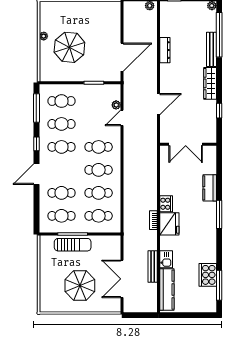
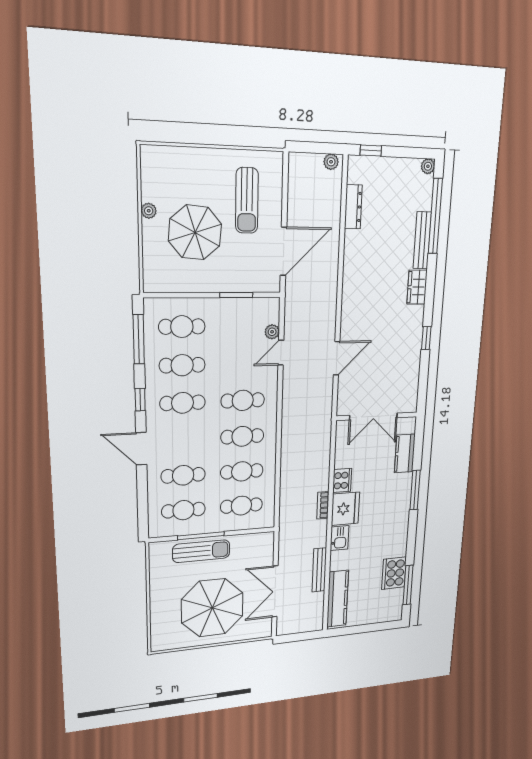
sun lounger: (100, 29) -> (247, 201), added
dresser: (165, 50) -> (353, 207), moved
wardrobe: (210, 83) -> (417, 287), width x0.67
door: (159, 104) -> (337, 358), moved
double door: (186, 144) -> (373, 416), moved
wall: (188, 144) -> (377, 416), moved
door: (36, 174) -> (141, 449), hinge flipped
kitchen sink: (166, 259) -> (339, 538), moved
parasol: (80, 285) -> (212, 608), width x1.36, depth x1.36

